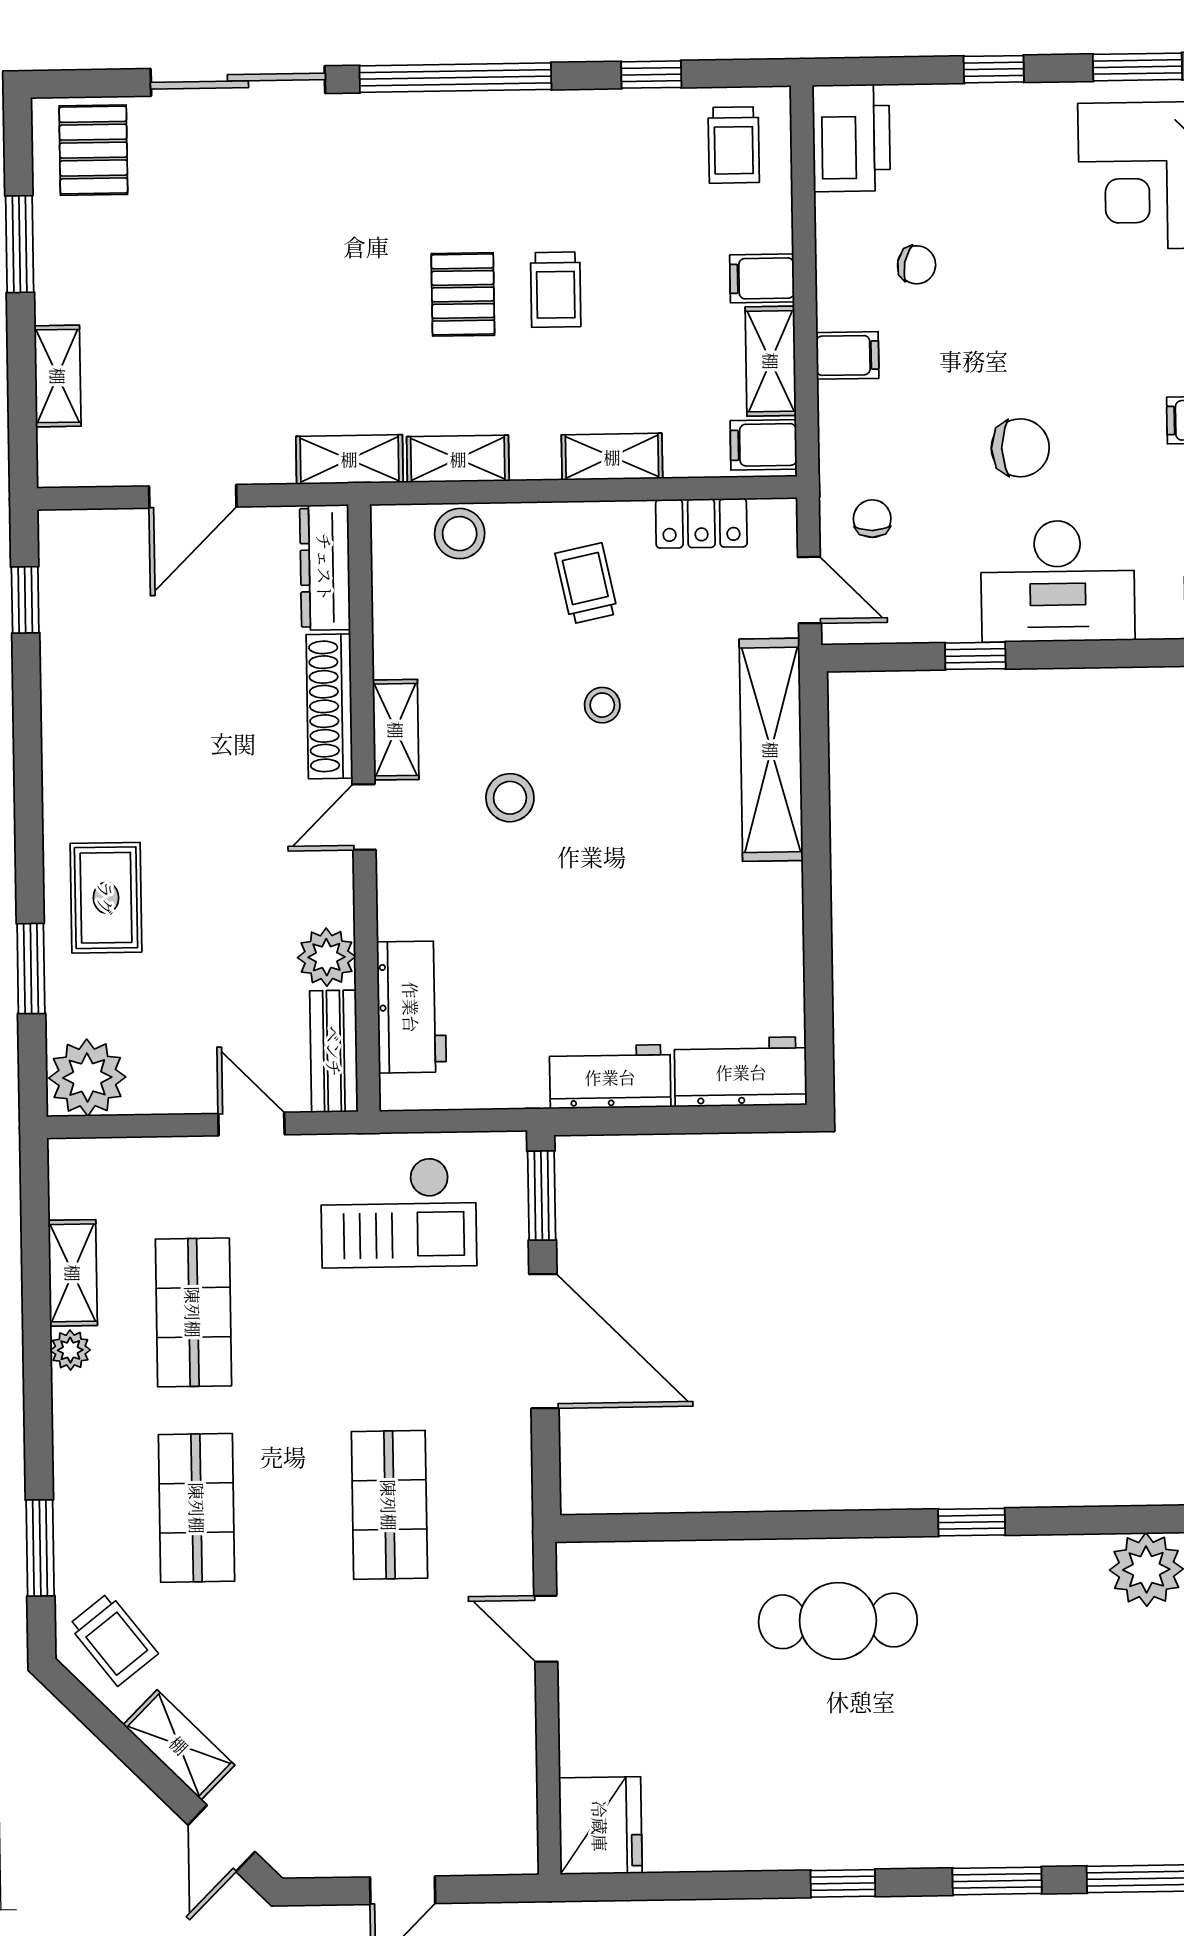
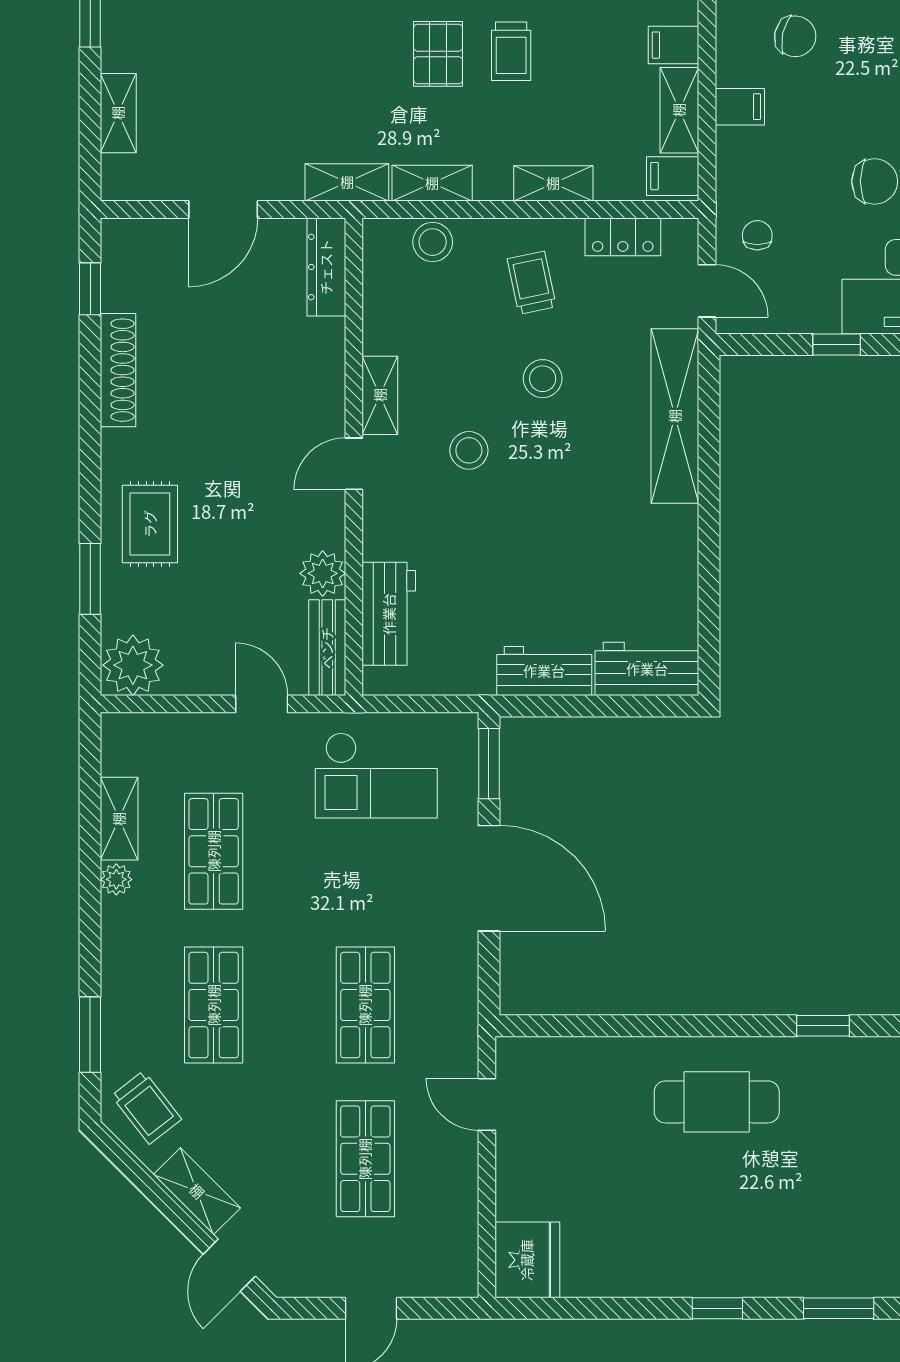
chair: (917, 265) -> (795, 36), width x1.37, depth x1.37
stool: (602, 705) -> (543, 379), width x1.37, depth x1.37
shoe rack: (329, 706) -> (118, 370), moved, turned 180
shop shelf: (392, 1700) -> (365, 1159), added

